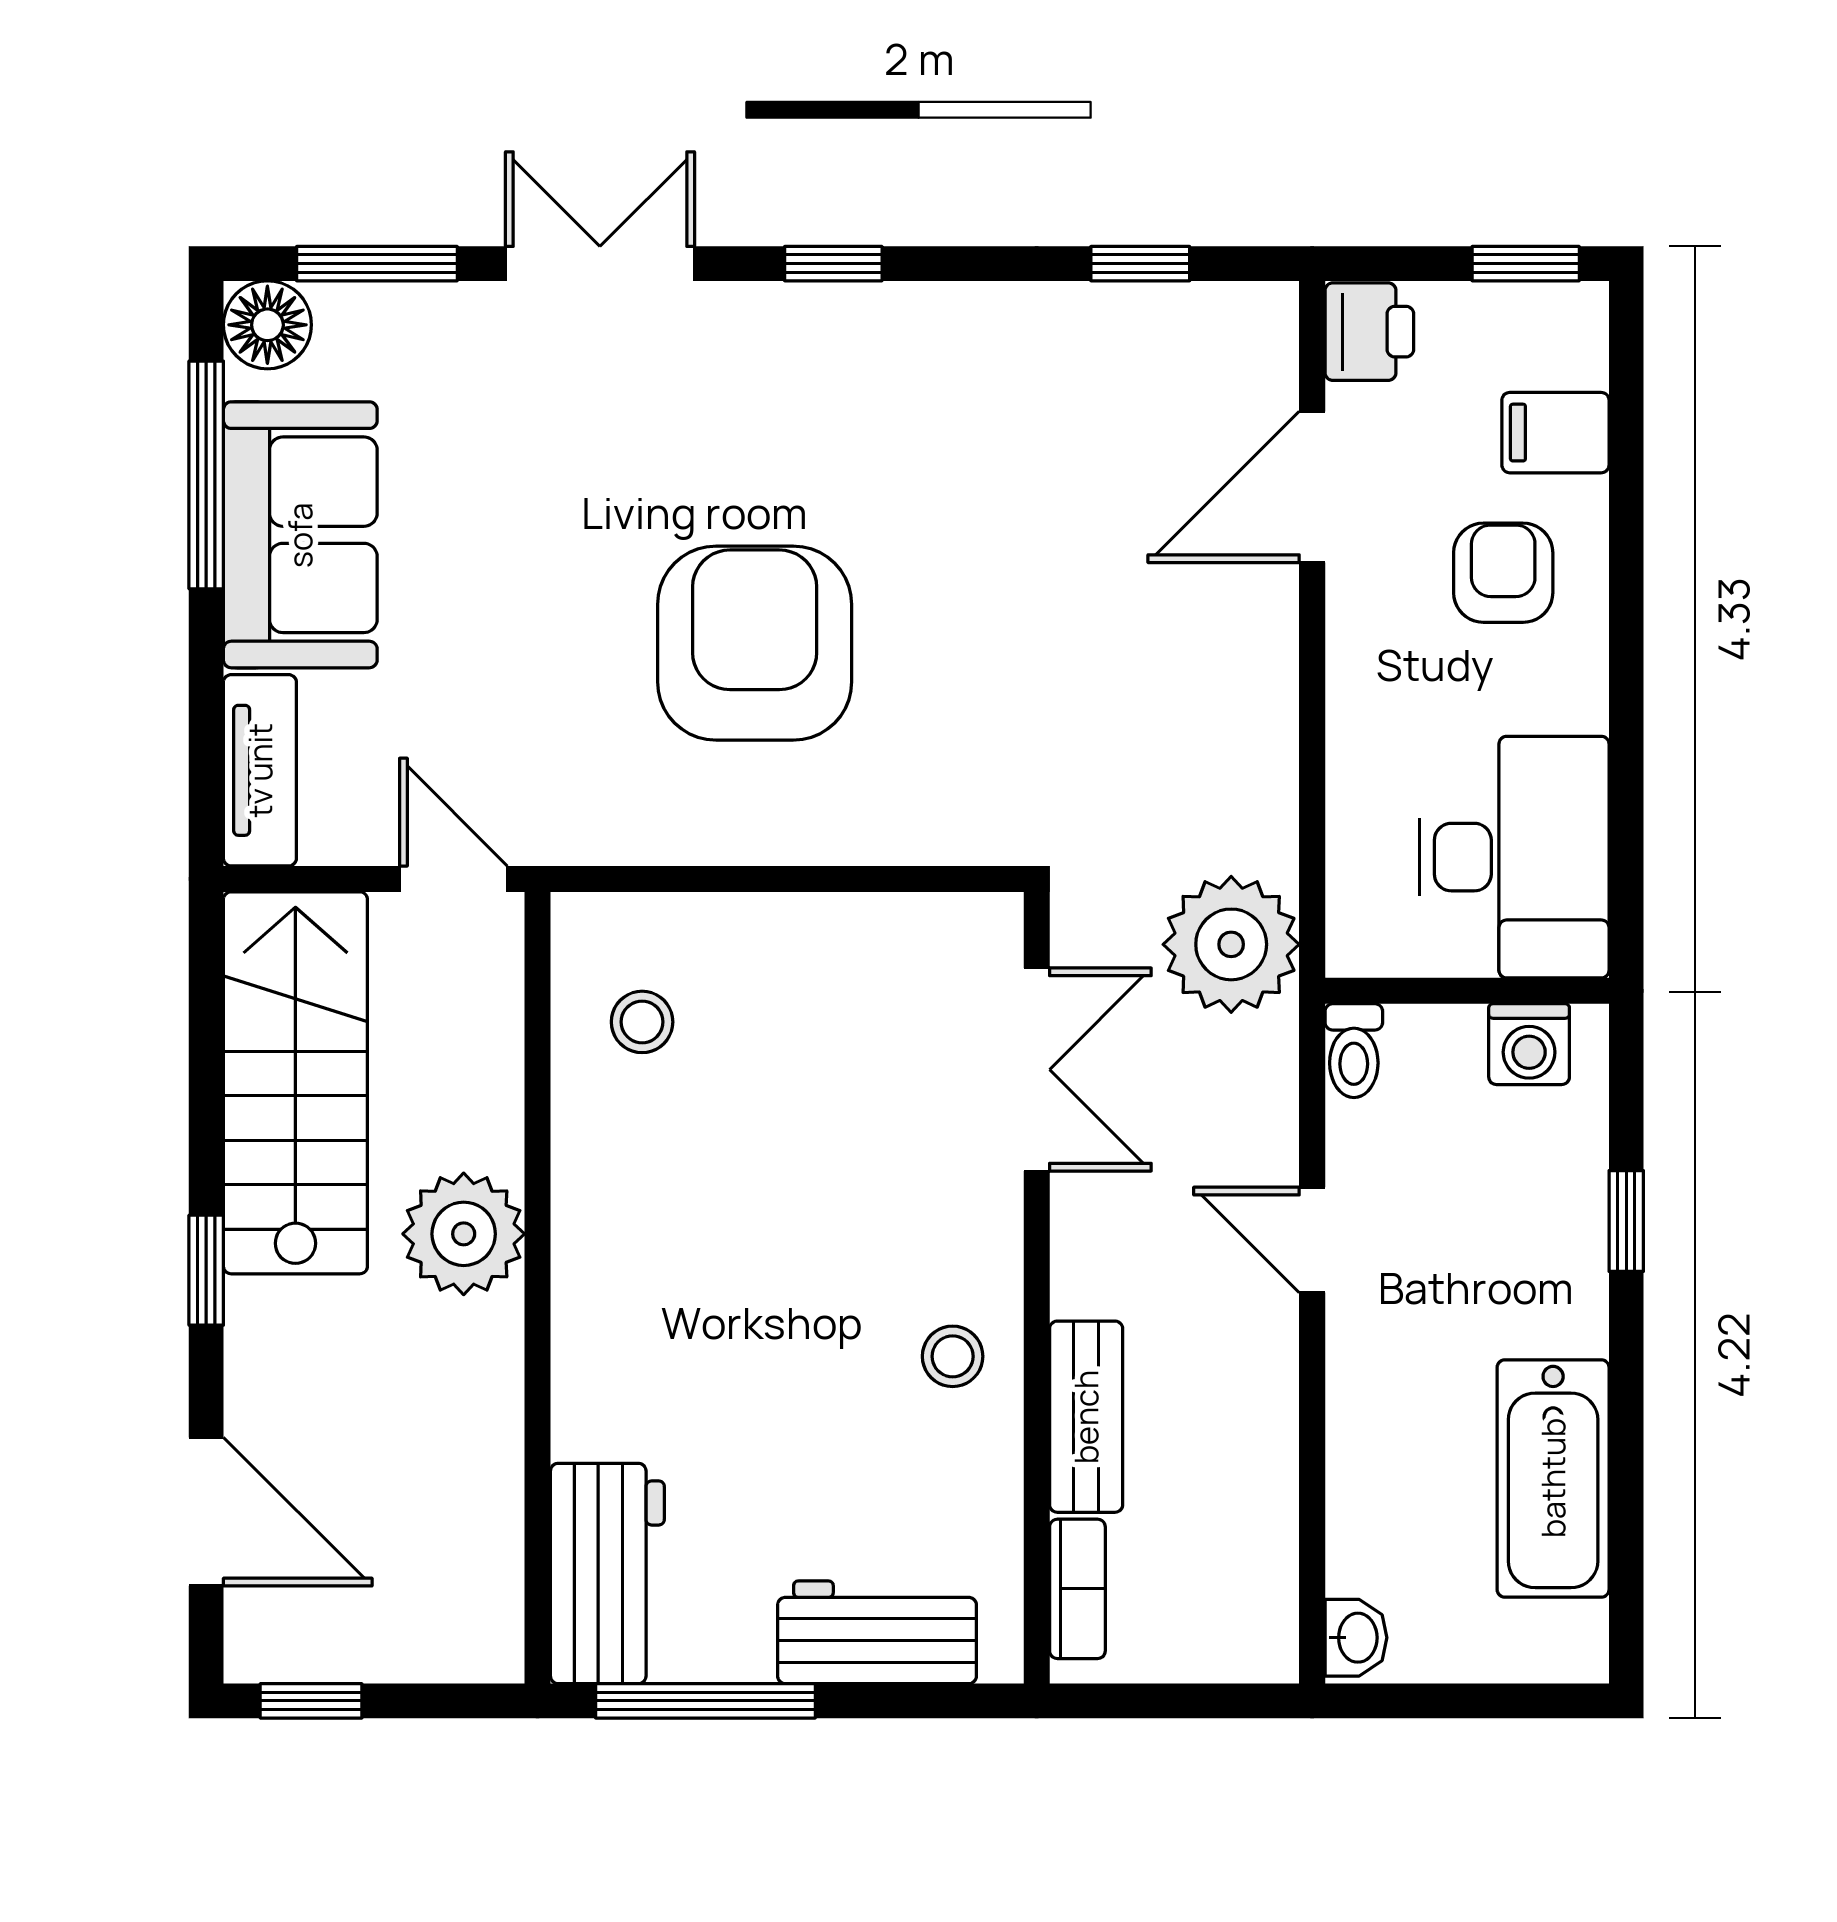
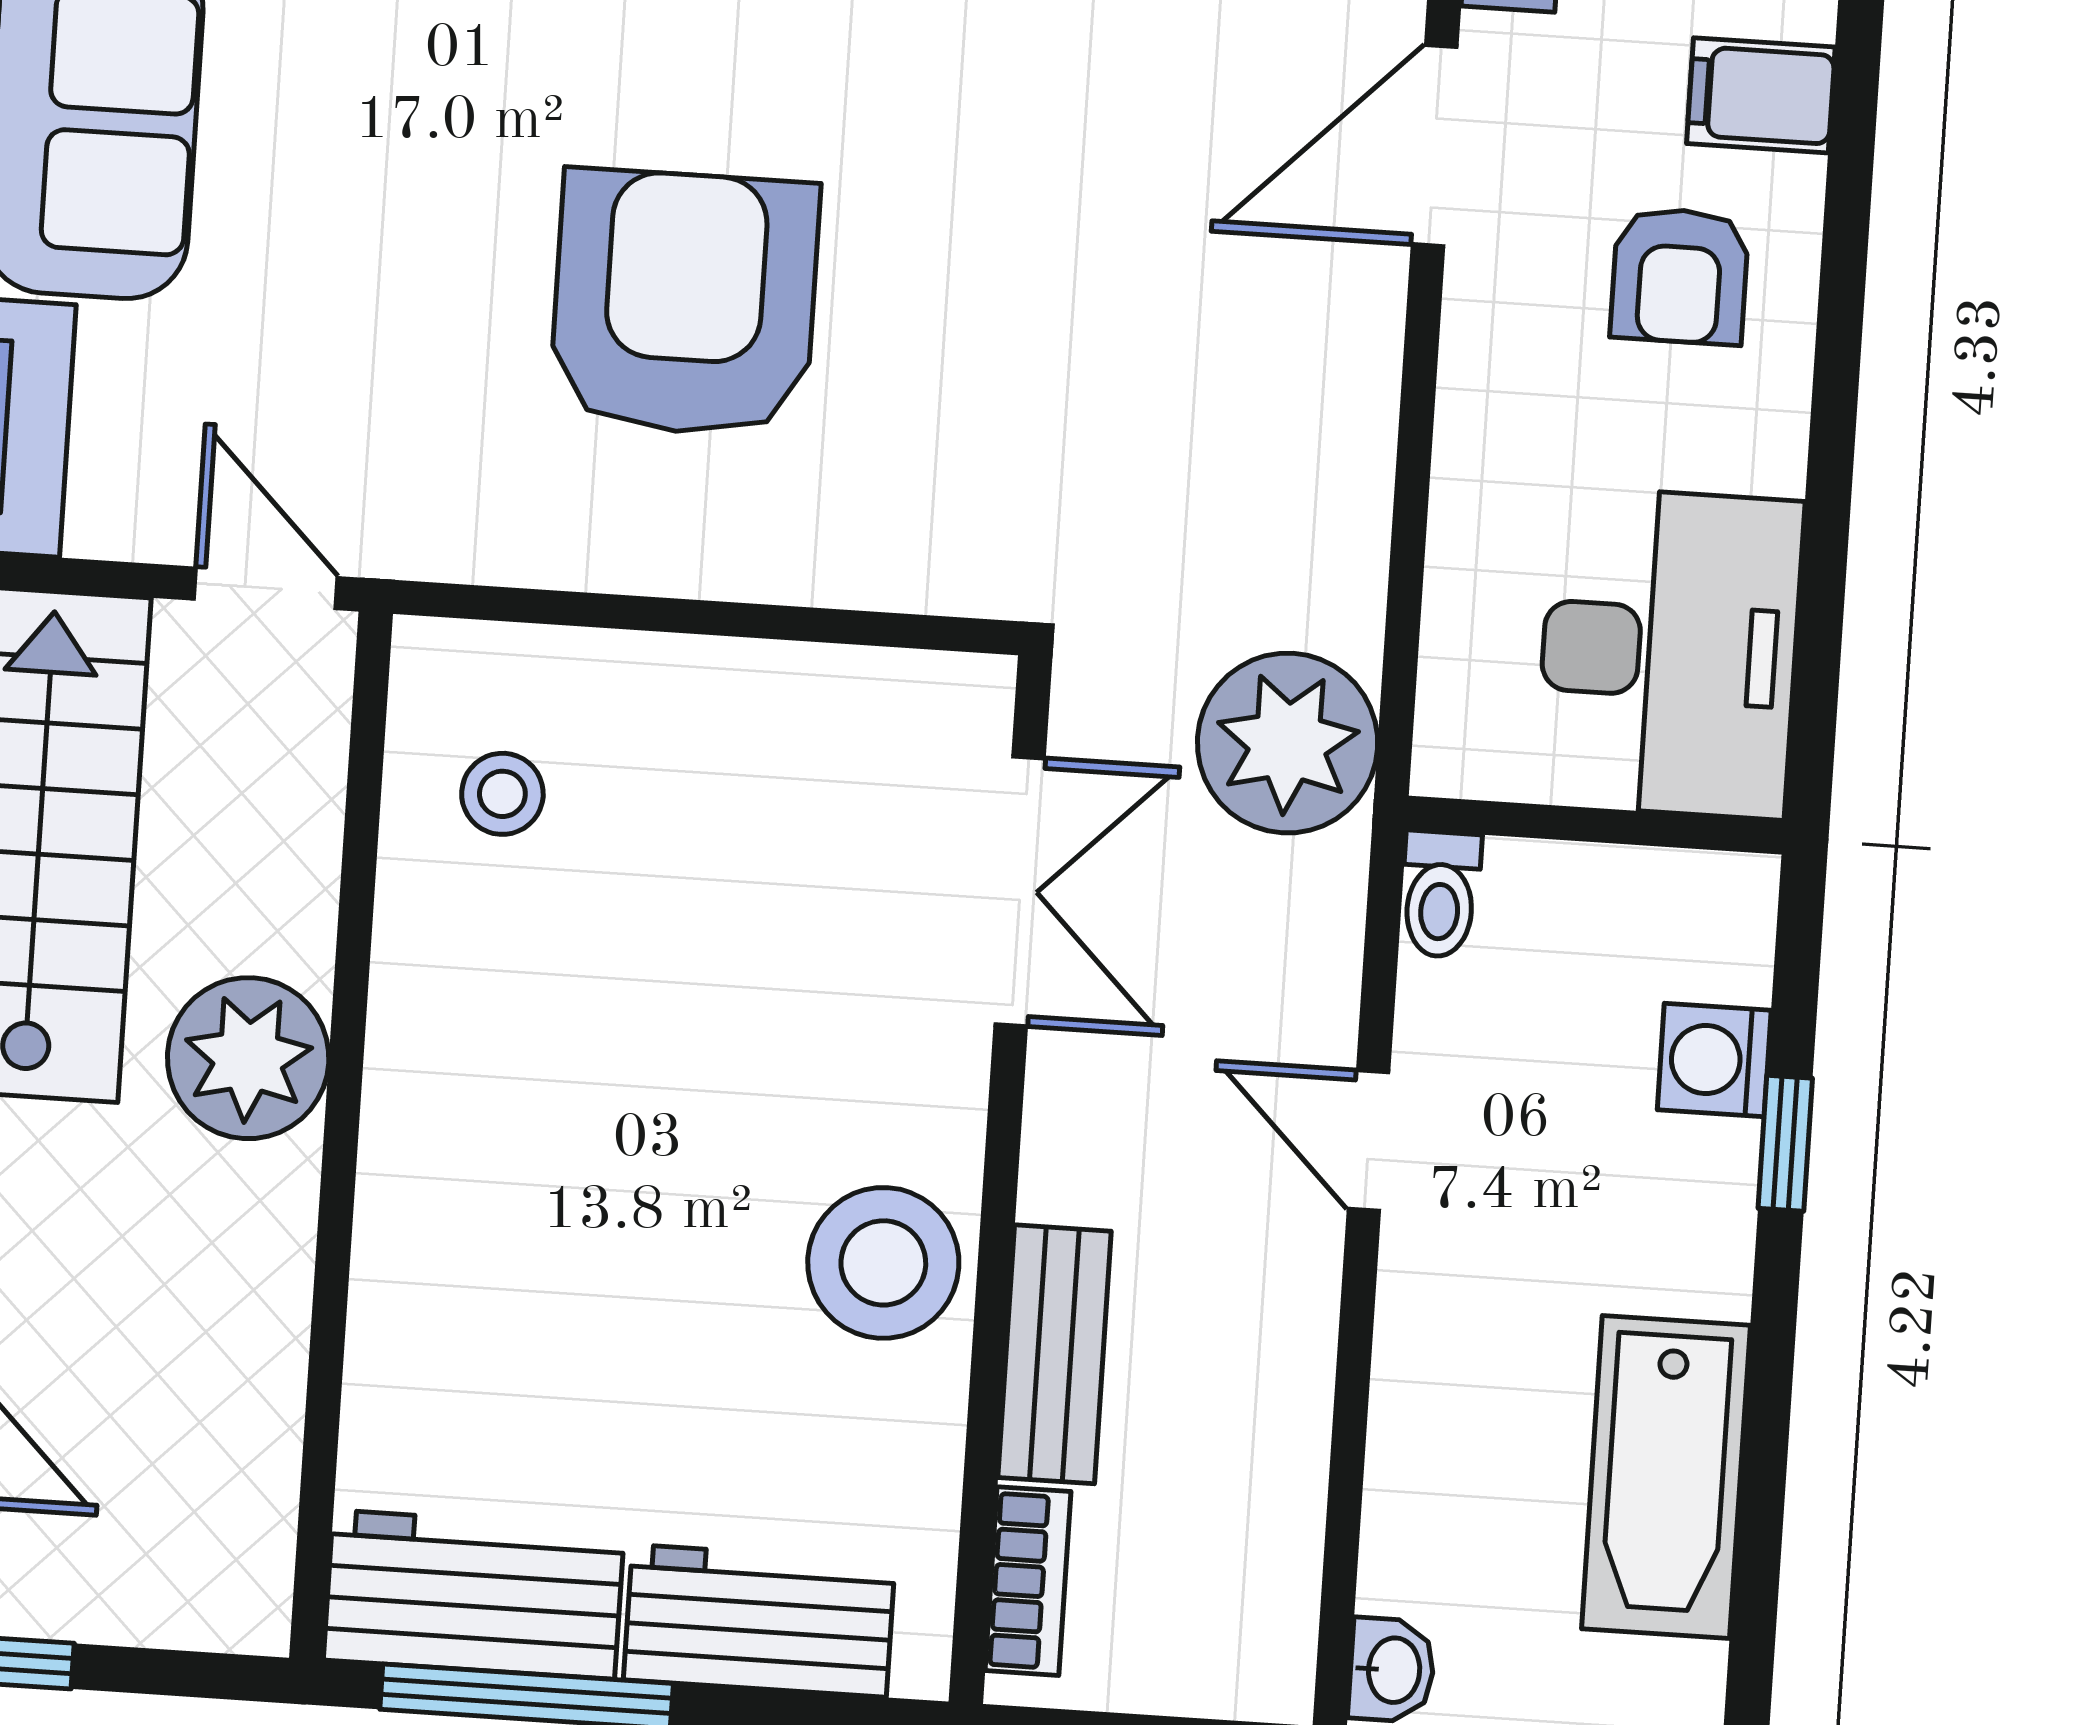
armchair: (1503, 573) -> (1680, 276), turned 180
washing machine: (1529, 1044) -> (1714, 1060), moved, turned 90
stool: (953, 1356) -> (883, 1263), width x1.89, depth x1.89
workbench: (607, 1573) -> (474, 1595), moved, turned -90

